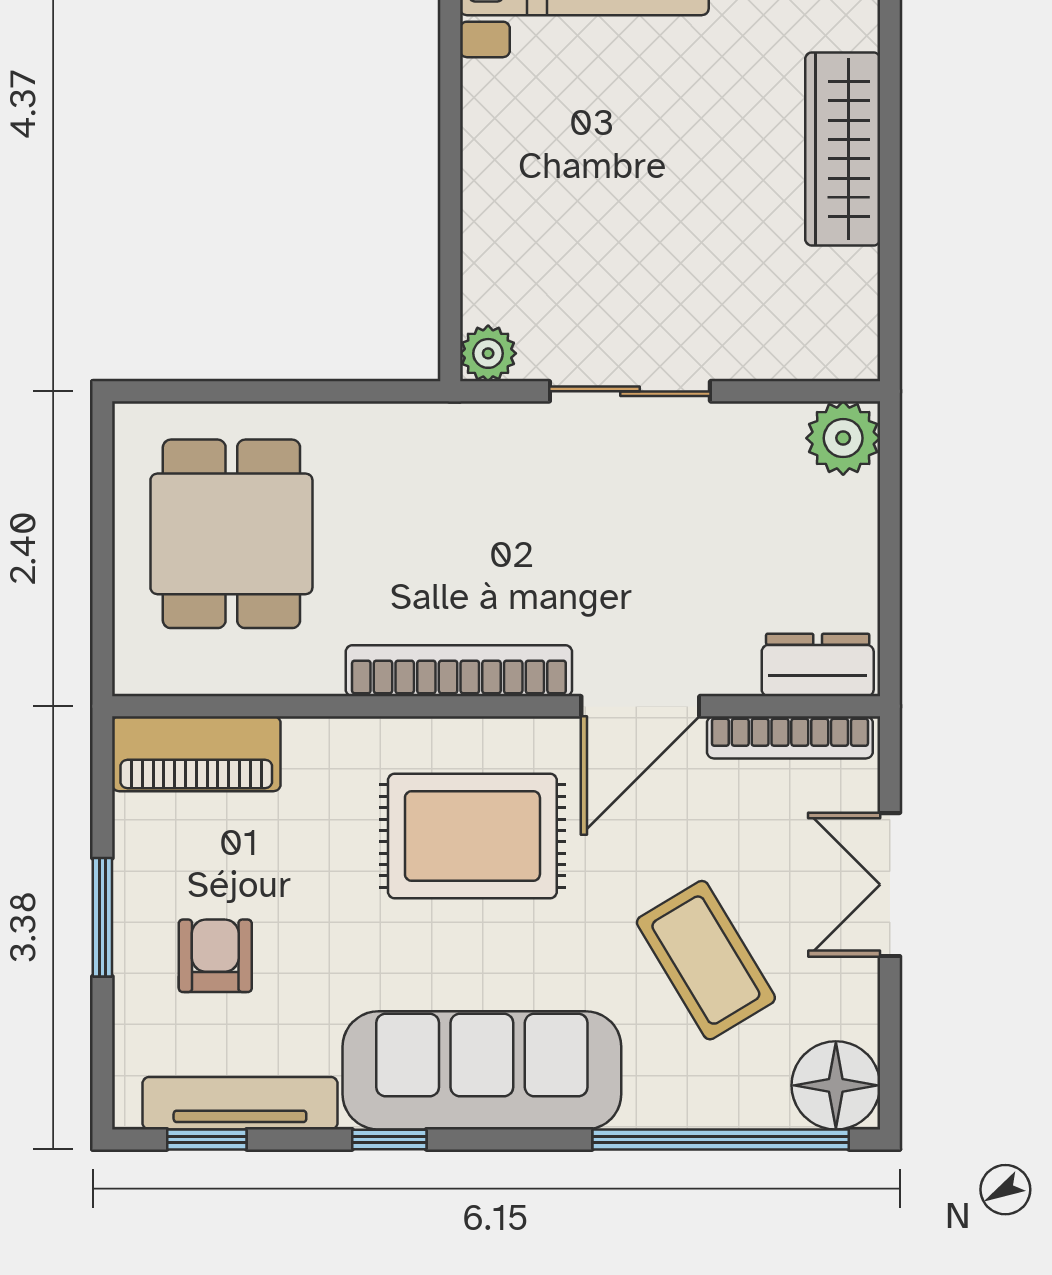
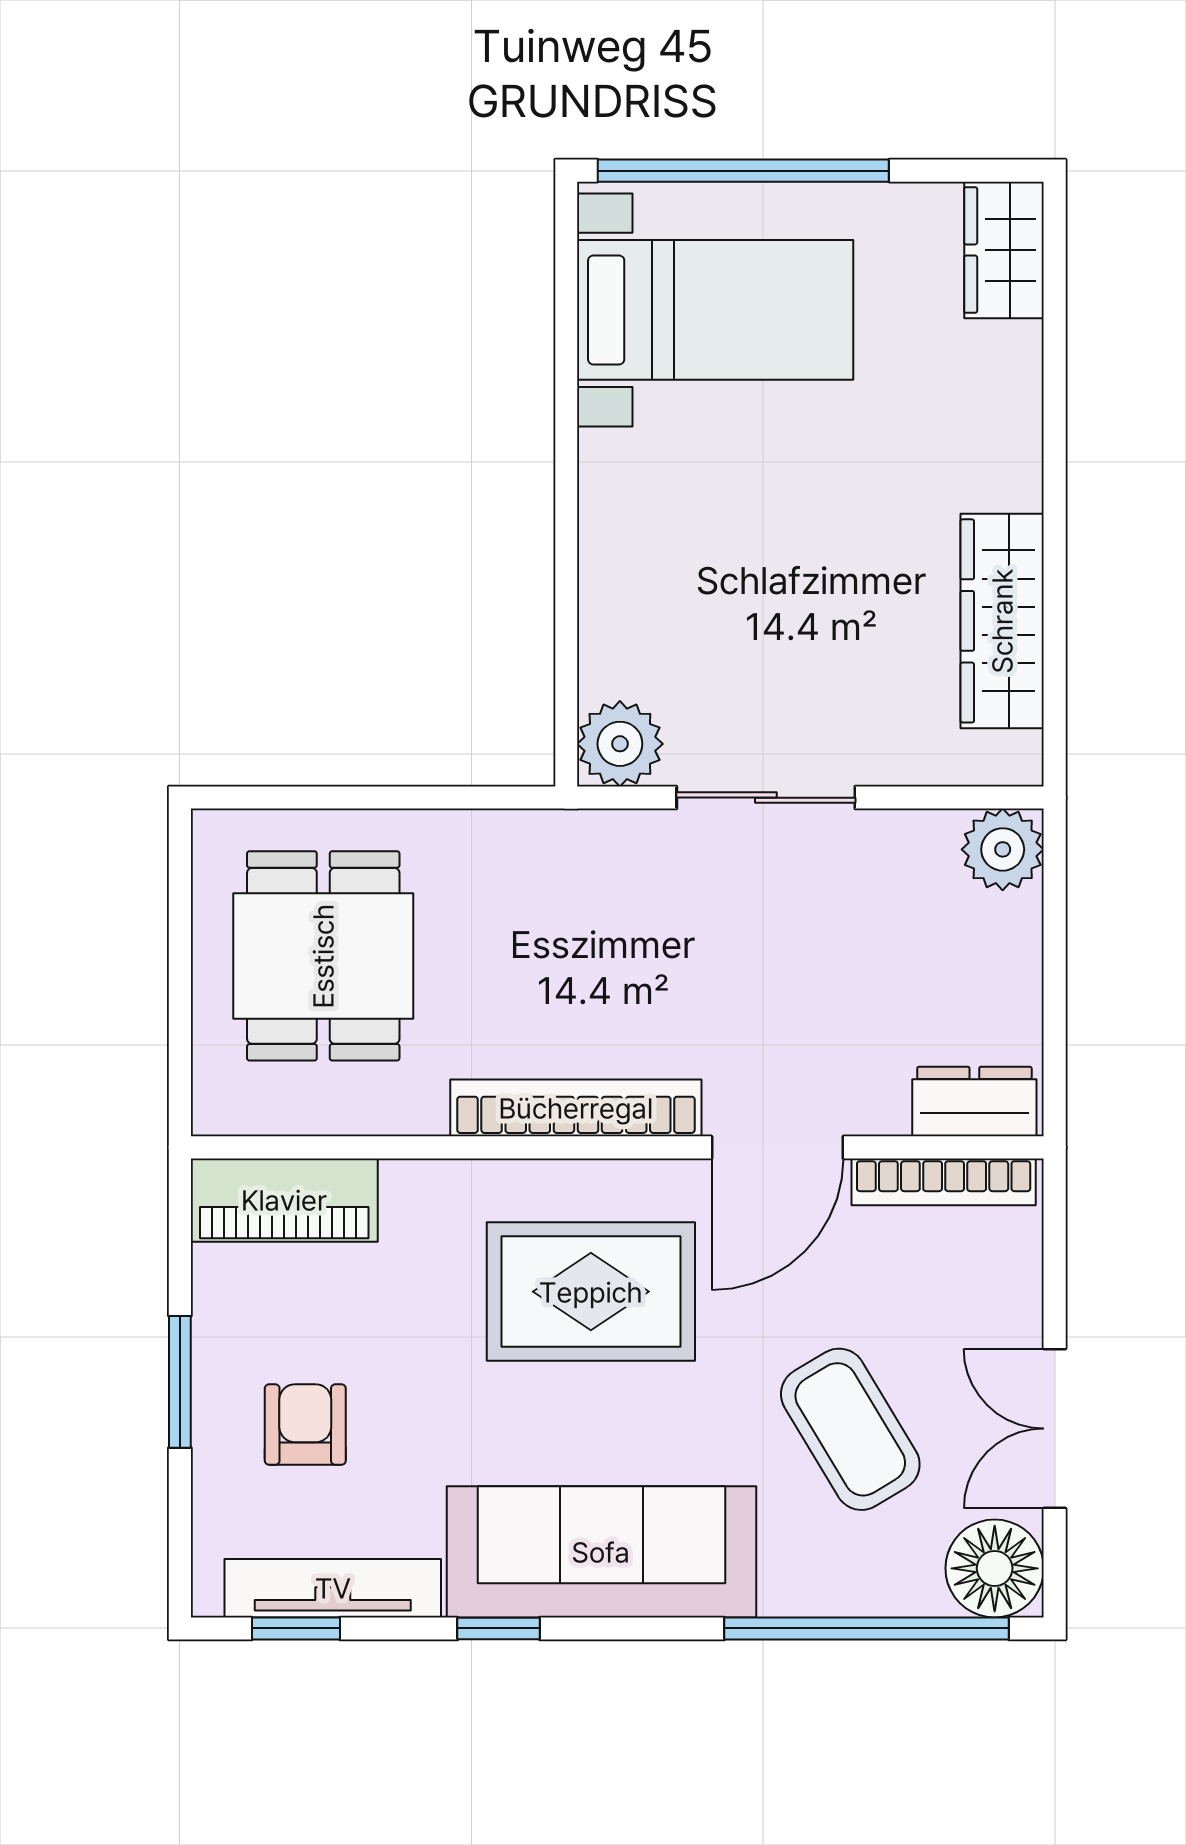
wardrobe: (843, 149) -> (1002, 621), moved
plant: (488, 353) -> (620, 744), width x1.38, depth x1.38
double door: (890, 885) -> (1055, 1429), moved

